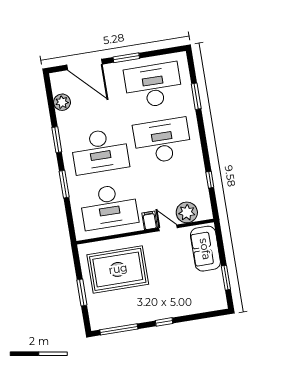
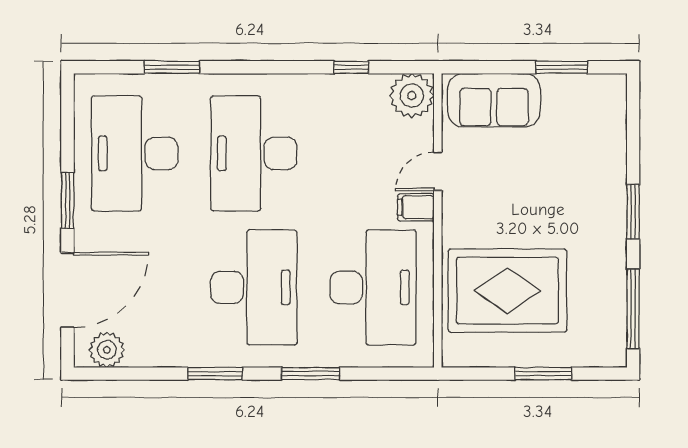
plant: (62, 102) -> (107, 350), moved
plant: (187, 212) -> (412, 96), moved
rug: (118, 269) -> (507, 291), turned 90
window: (164, 322) -> (633, 212), width x1.50

